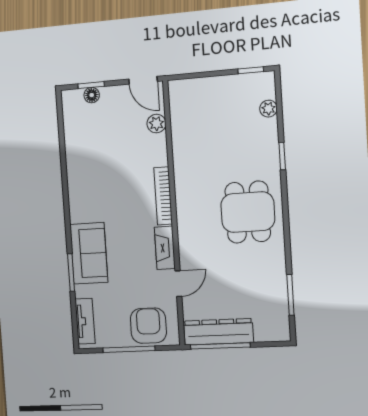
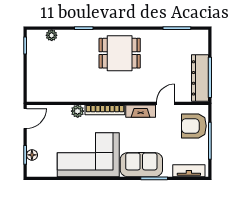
plant: (156, 124) -> (78, 111), moved
corner sofa: (97, 176) -> (88, 155), added
door: (178, 284) -> (166, 103), hinge flipped

